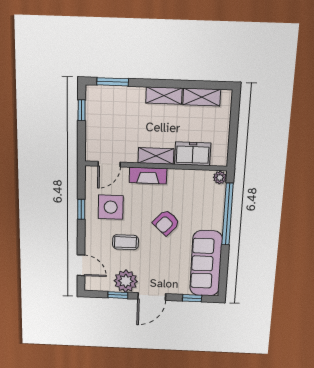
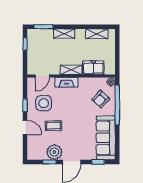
shelving: (164, 96) -> (64, 34), moved
armchair: (166, 223) -> (101, 99), moved
door: (81, 265) -> (25, 127), moved

